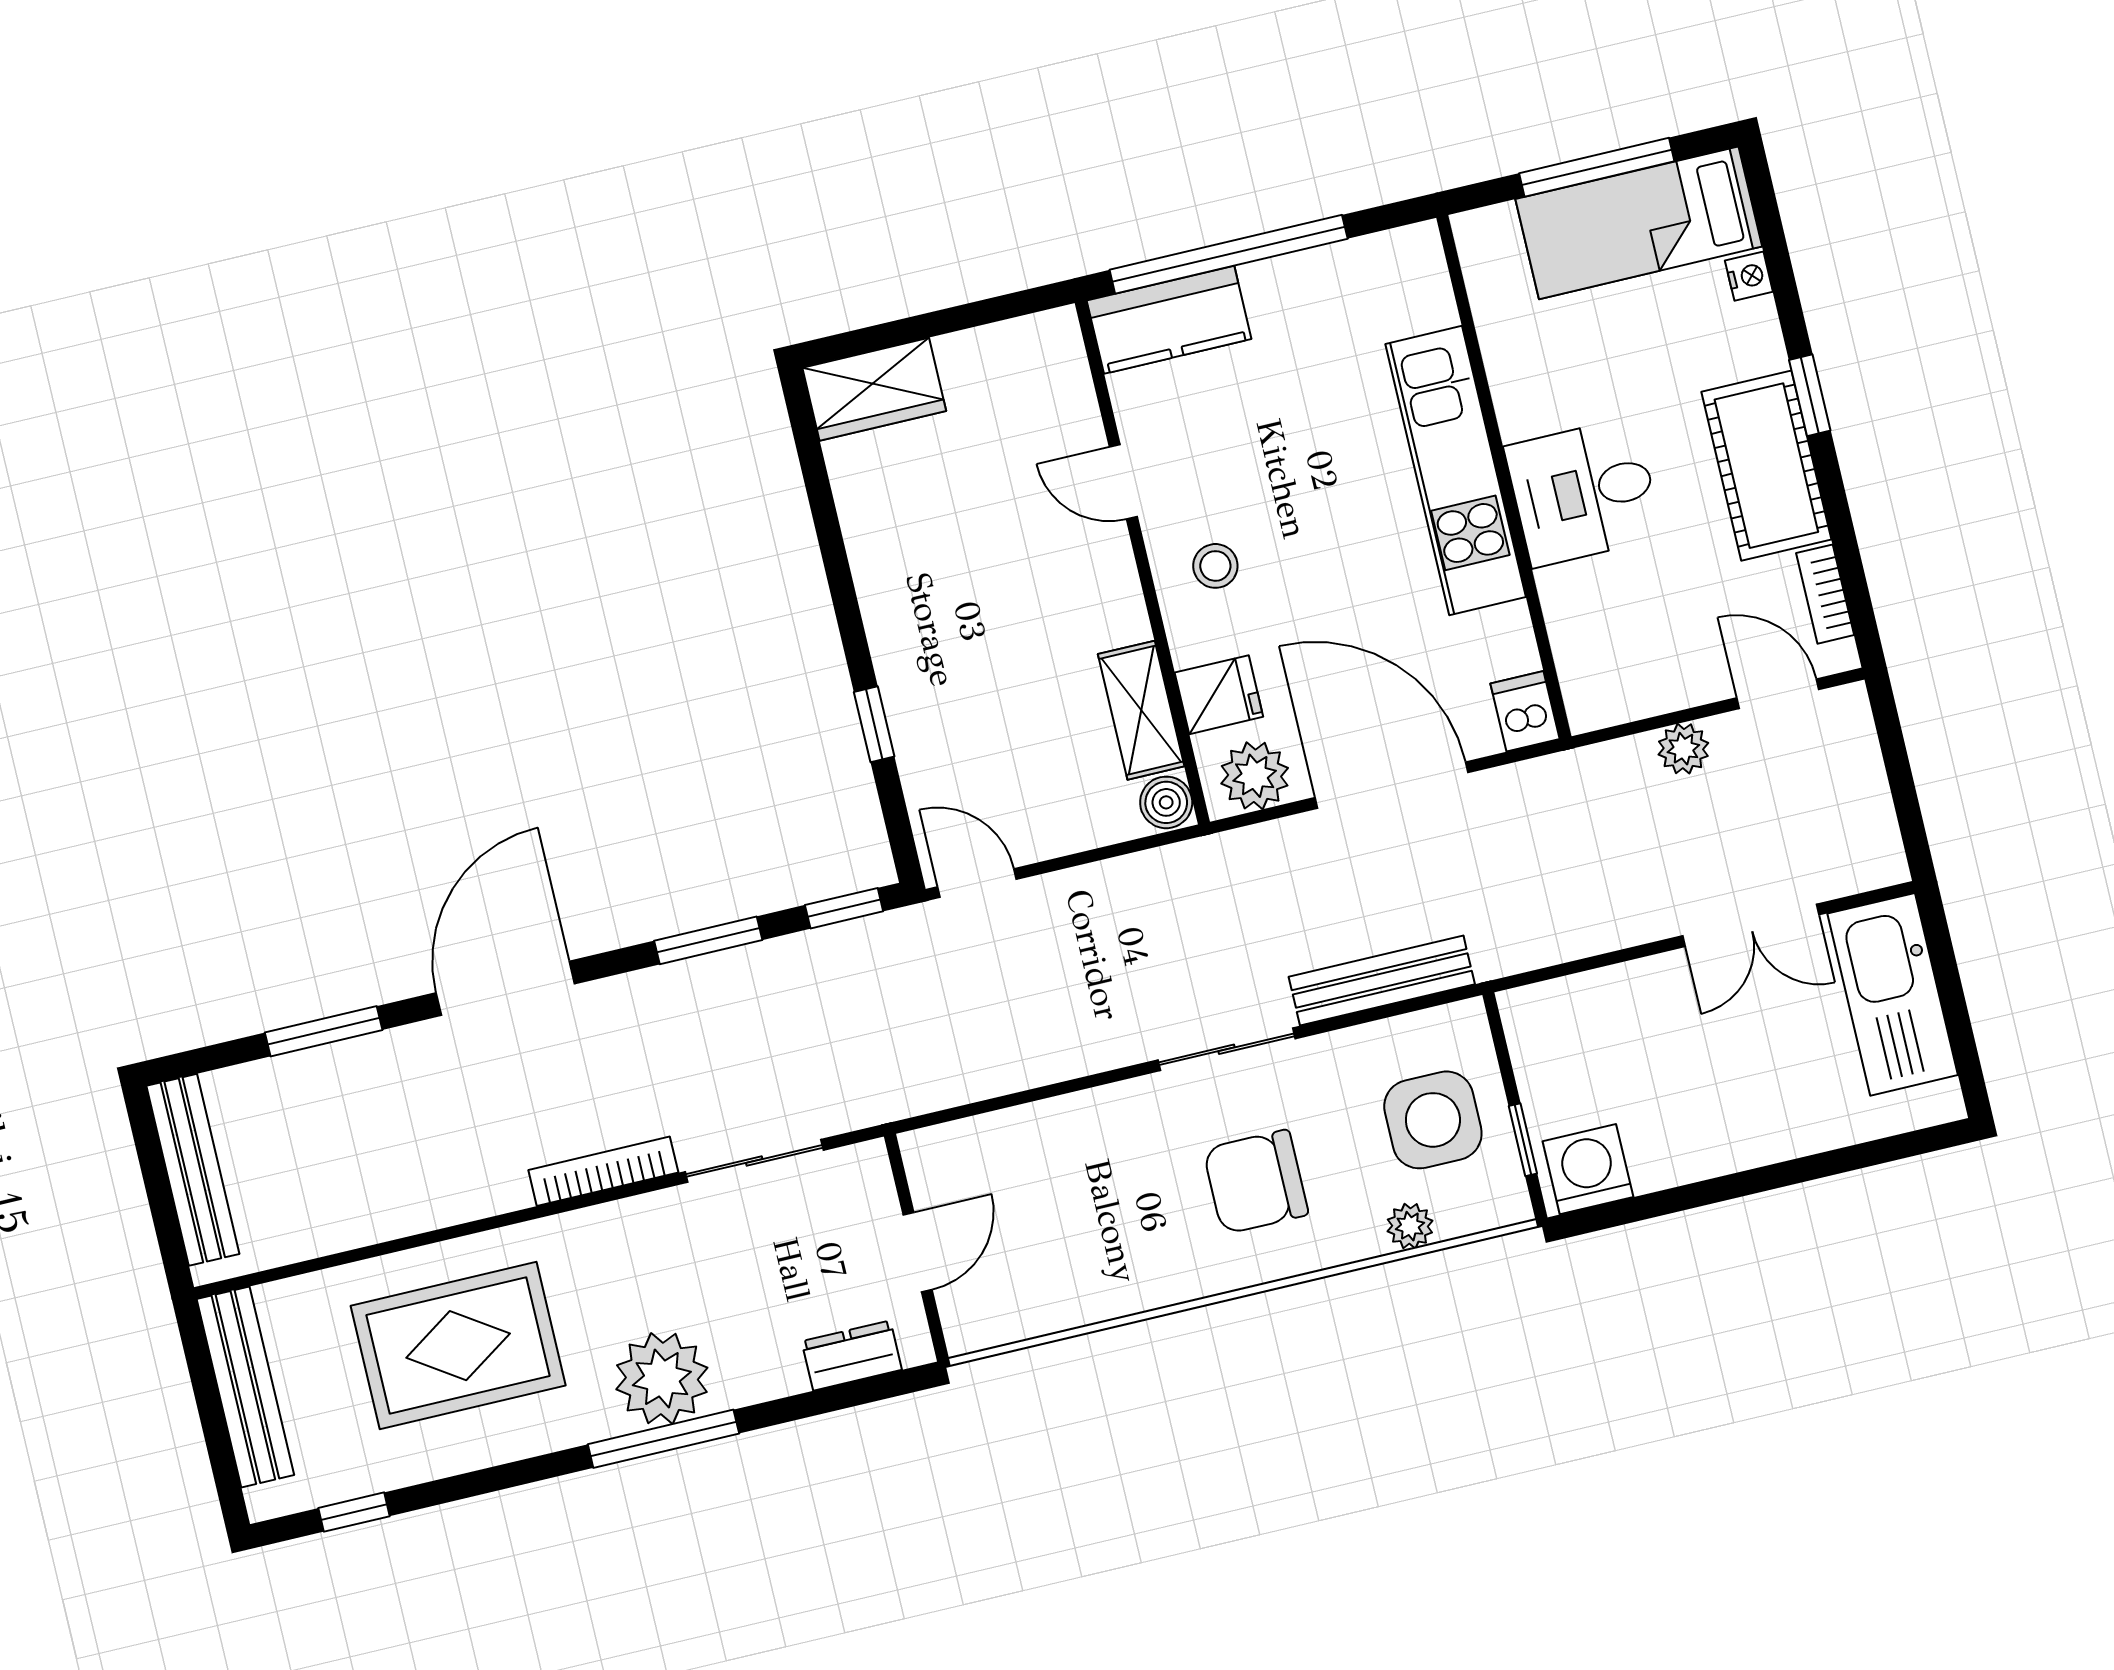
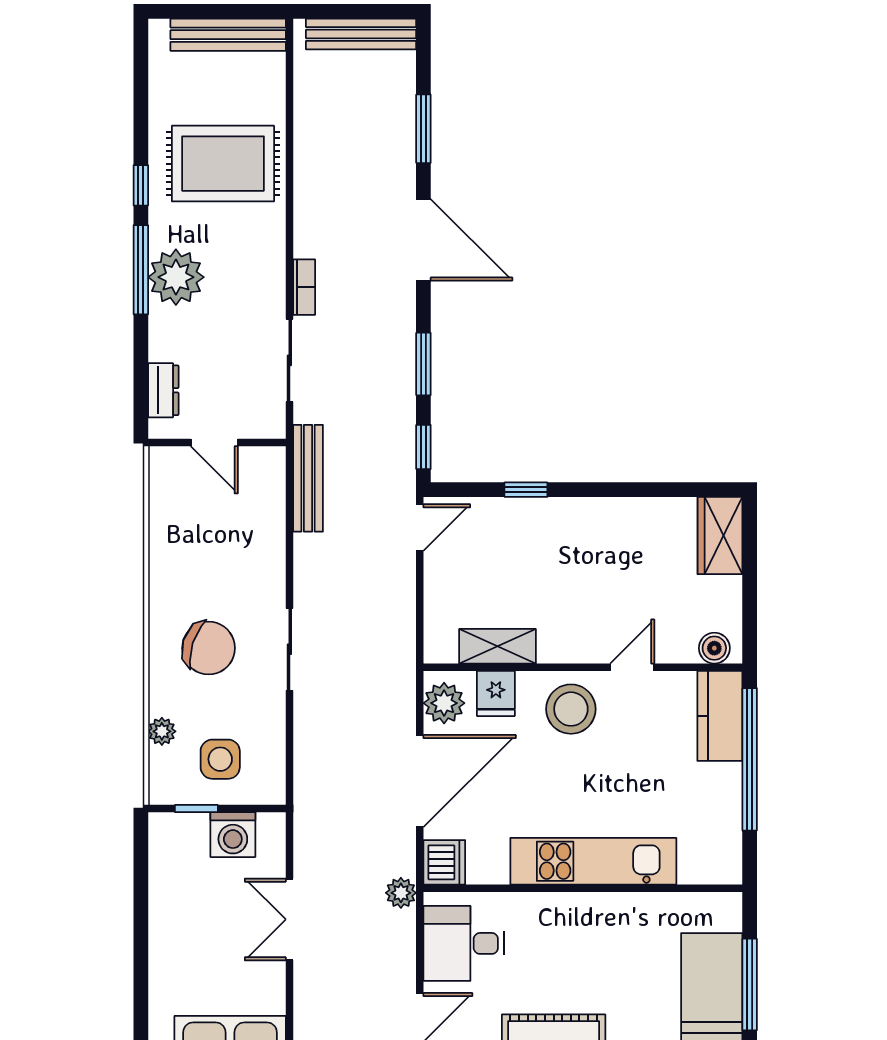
desk: (1584, 492) -> (464, 943), moved, turned -90
stool: (1215, 566) -> (571, 709), width x1.89, depth x1.89
dishwasher: (1525, 711) -> (444, 862), width x1.38
plant: (1683, 749) -> (401, 893), moved
boiler: (1166, 802) -> (714, 648), moved
double door: (1751, 925) -> (289, 919), moved
bench: (1382, 981) -> (308, 478), moved
side table: (1433, 1120) -> (220, 759), width x0.73, depth x0.73
washing machine: (1588, 1169) -> (233, 835), moved, turned 90
bookcase: (603, 1171) -> (304, 287), width x0.64
chair: (1256, 1182) -> (209, 648), turned 108
rug: (458, 1346) -> (223, 164), turned 90
window: (354, 1512) -> (141, 185), moved

